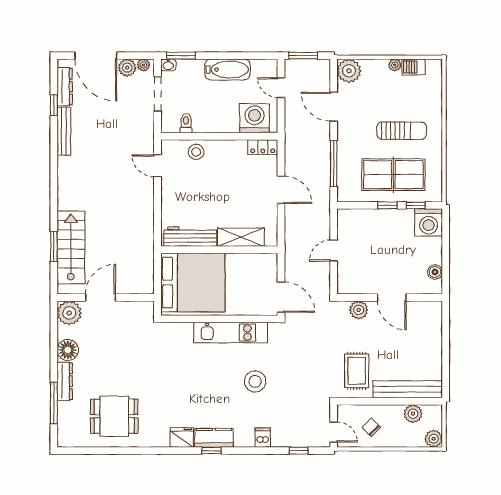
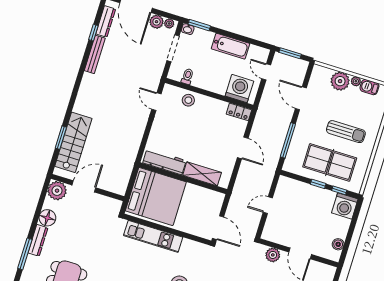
plant: (349, 71) -> (340, 81), moved
kitchen unit: (231, 333) -> (153, 236), moved

